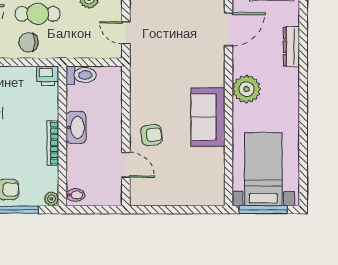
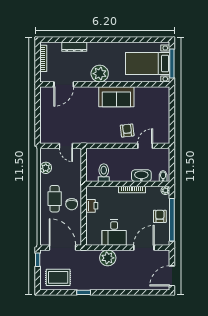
door: (228, 29) -> (64, 84), swing flipped
door: (126, 33) -> (66, 146), hinge flipped
toilet: (81, 75) -> (104, 173), moved
printer: (48, 76) -> (92, 206), moved
washbasin: (76, 127) -> (141, 176), moved

